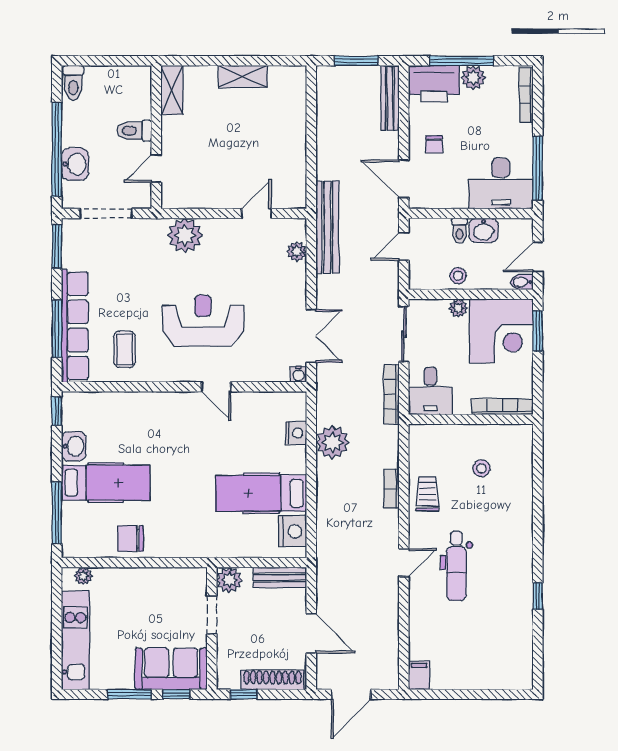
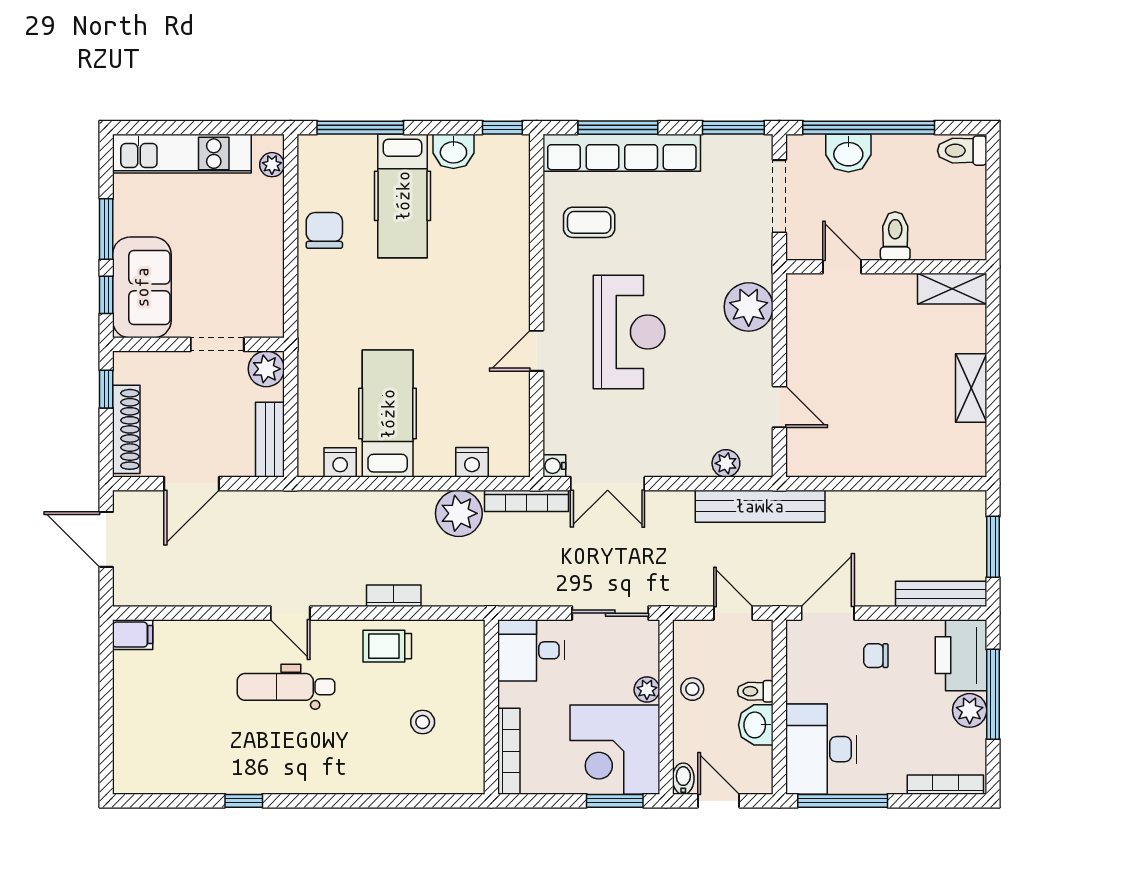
bookcase: (391, 394) -> (527, 501), moved, turned 180
trolley: (427, 494) -> (387, 646), turned 180
nightstand: (293, 531) -> (340, 462), width x0.74, depth x0.75

